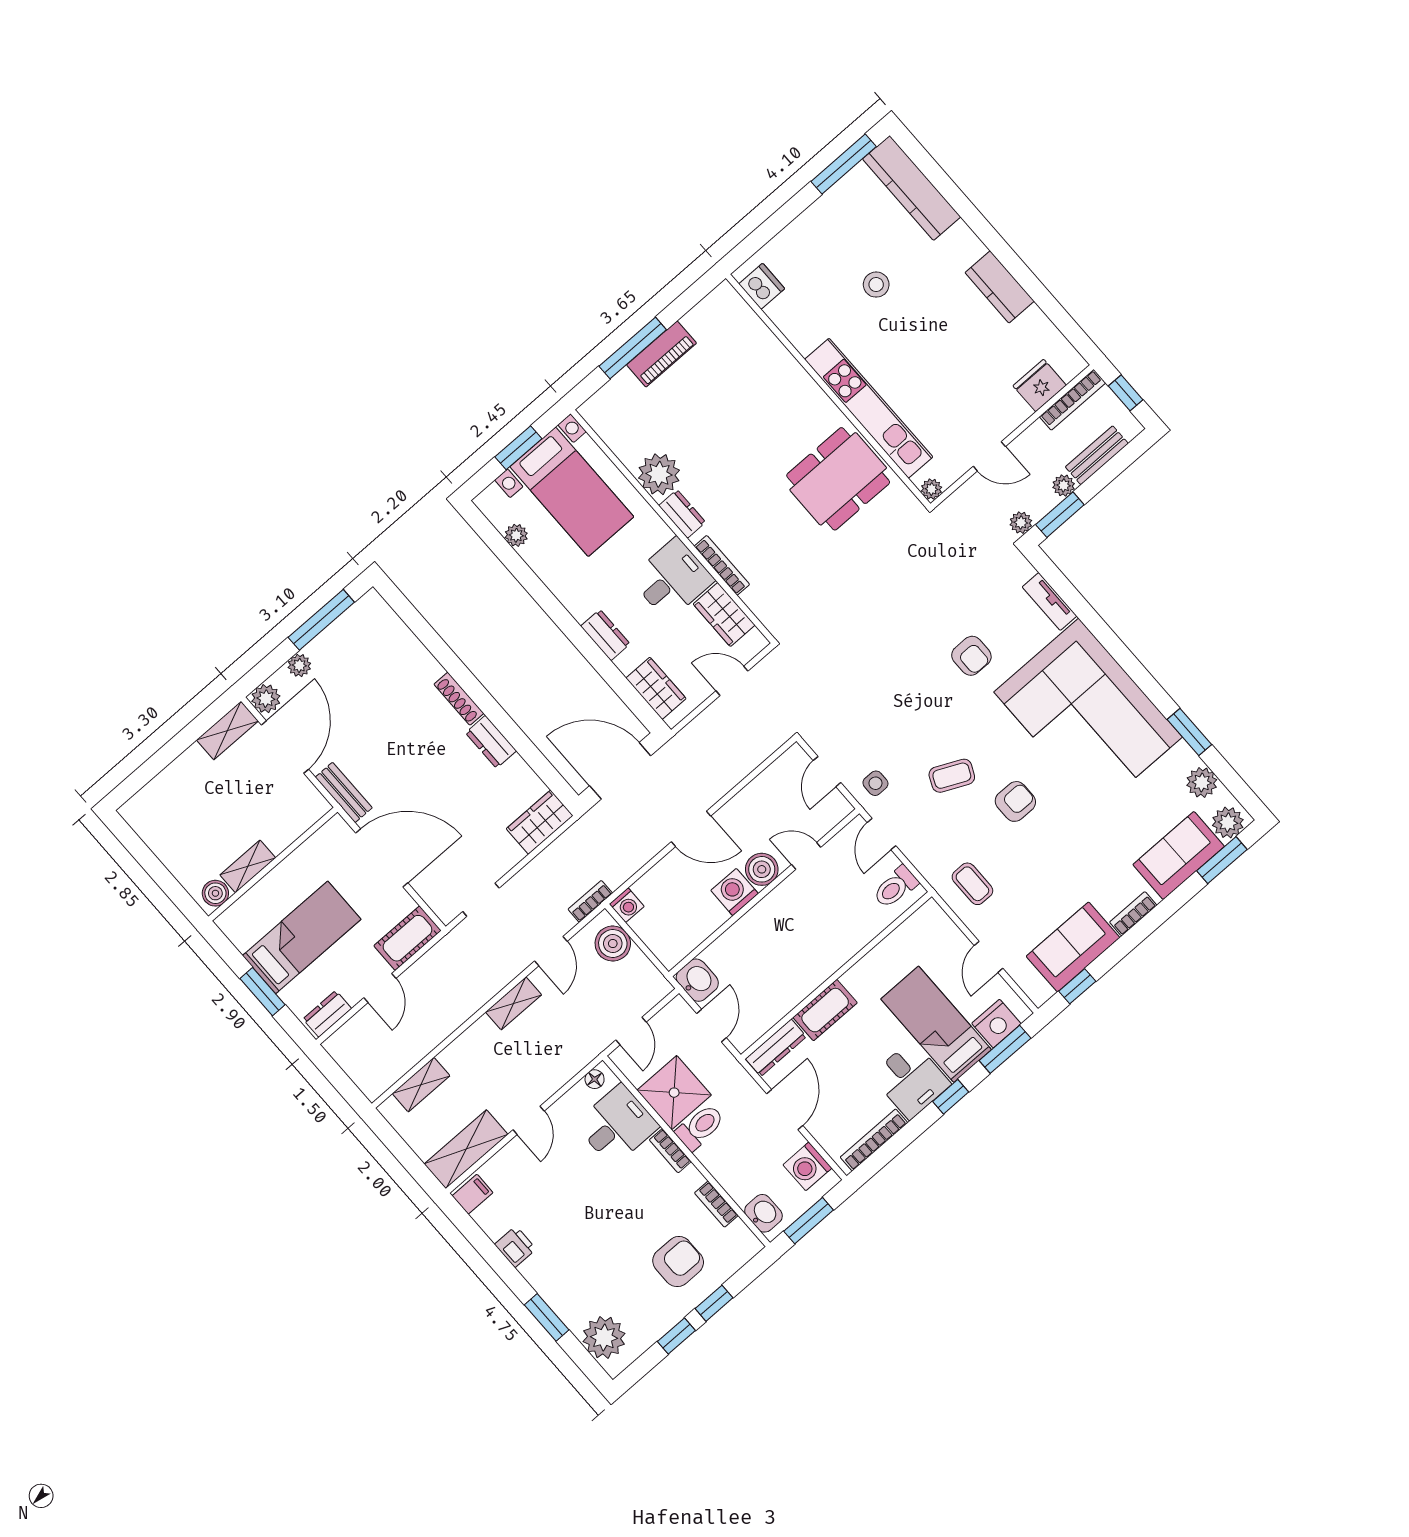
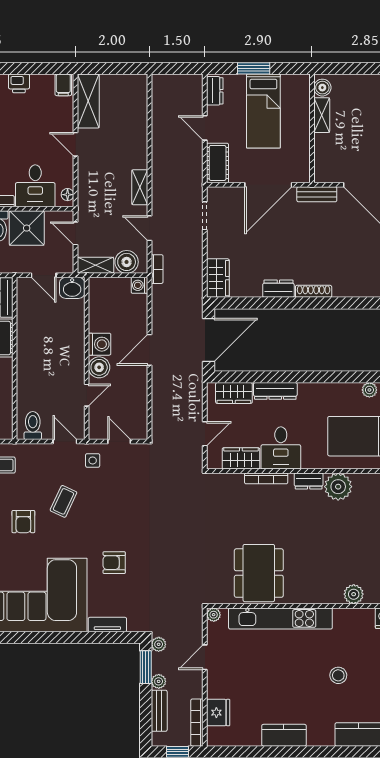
plant: (767, 348) -> (354, 594), added
dresser: (605, 635) -> (275, 391), width x1.44
shelving: (421, 1085) -> (95, 265), moved, turned 90

